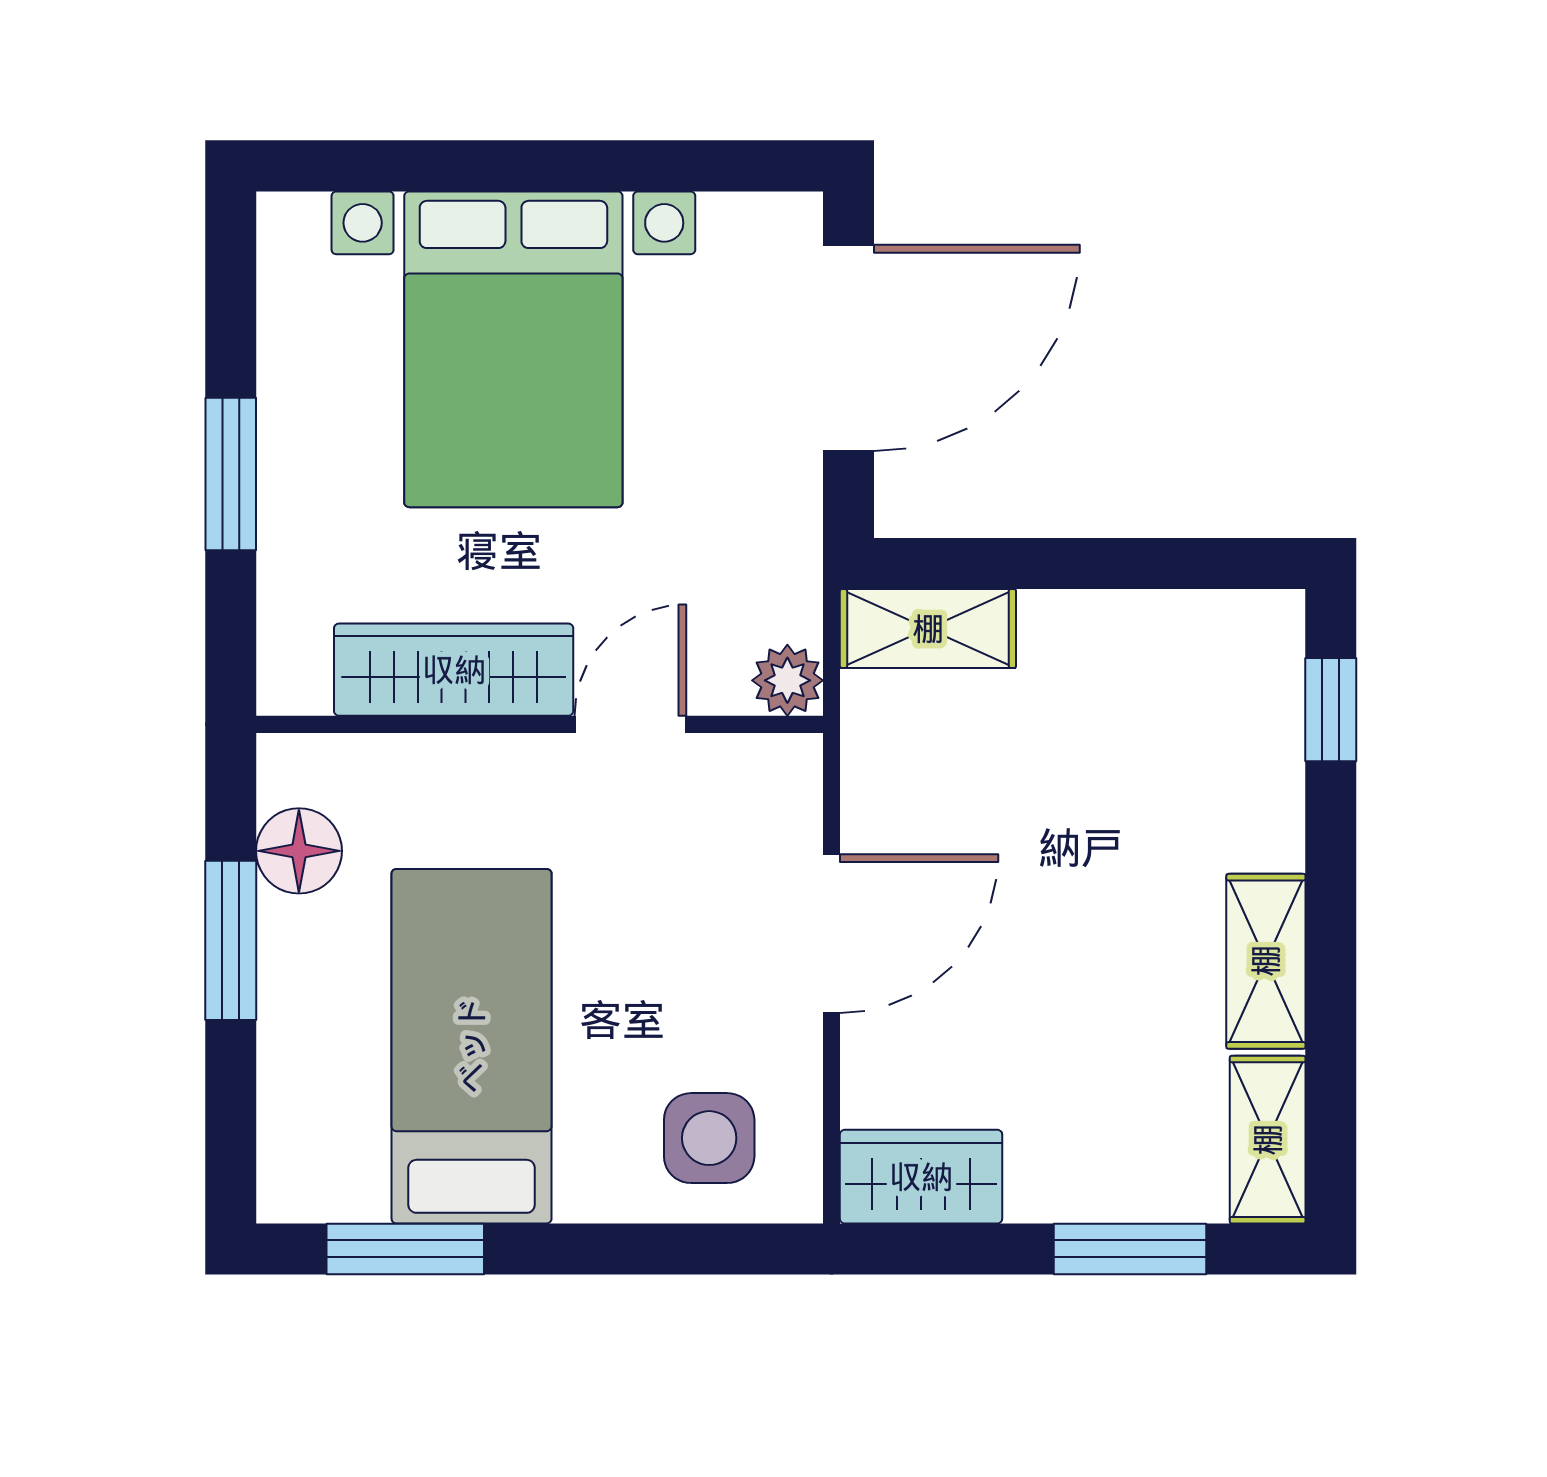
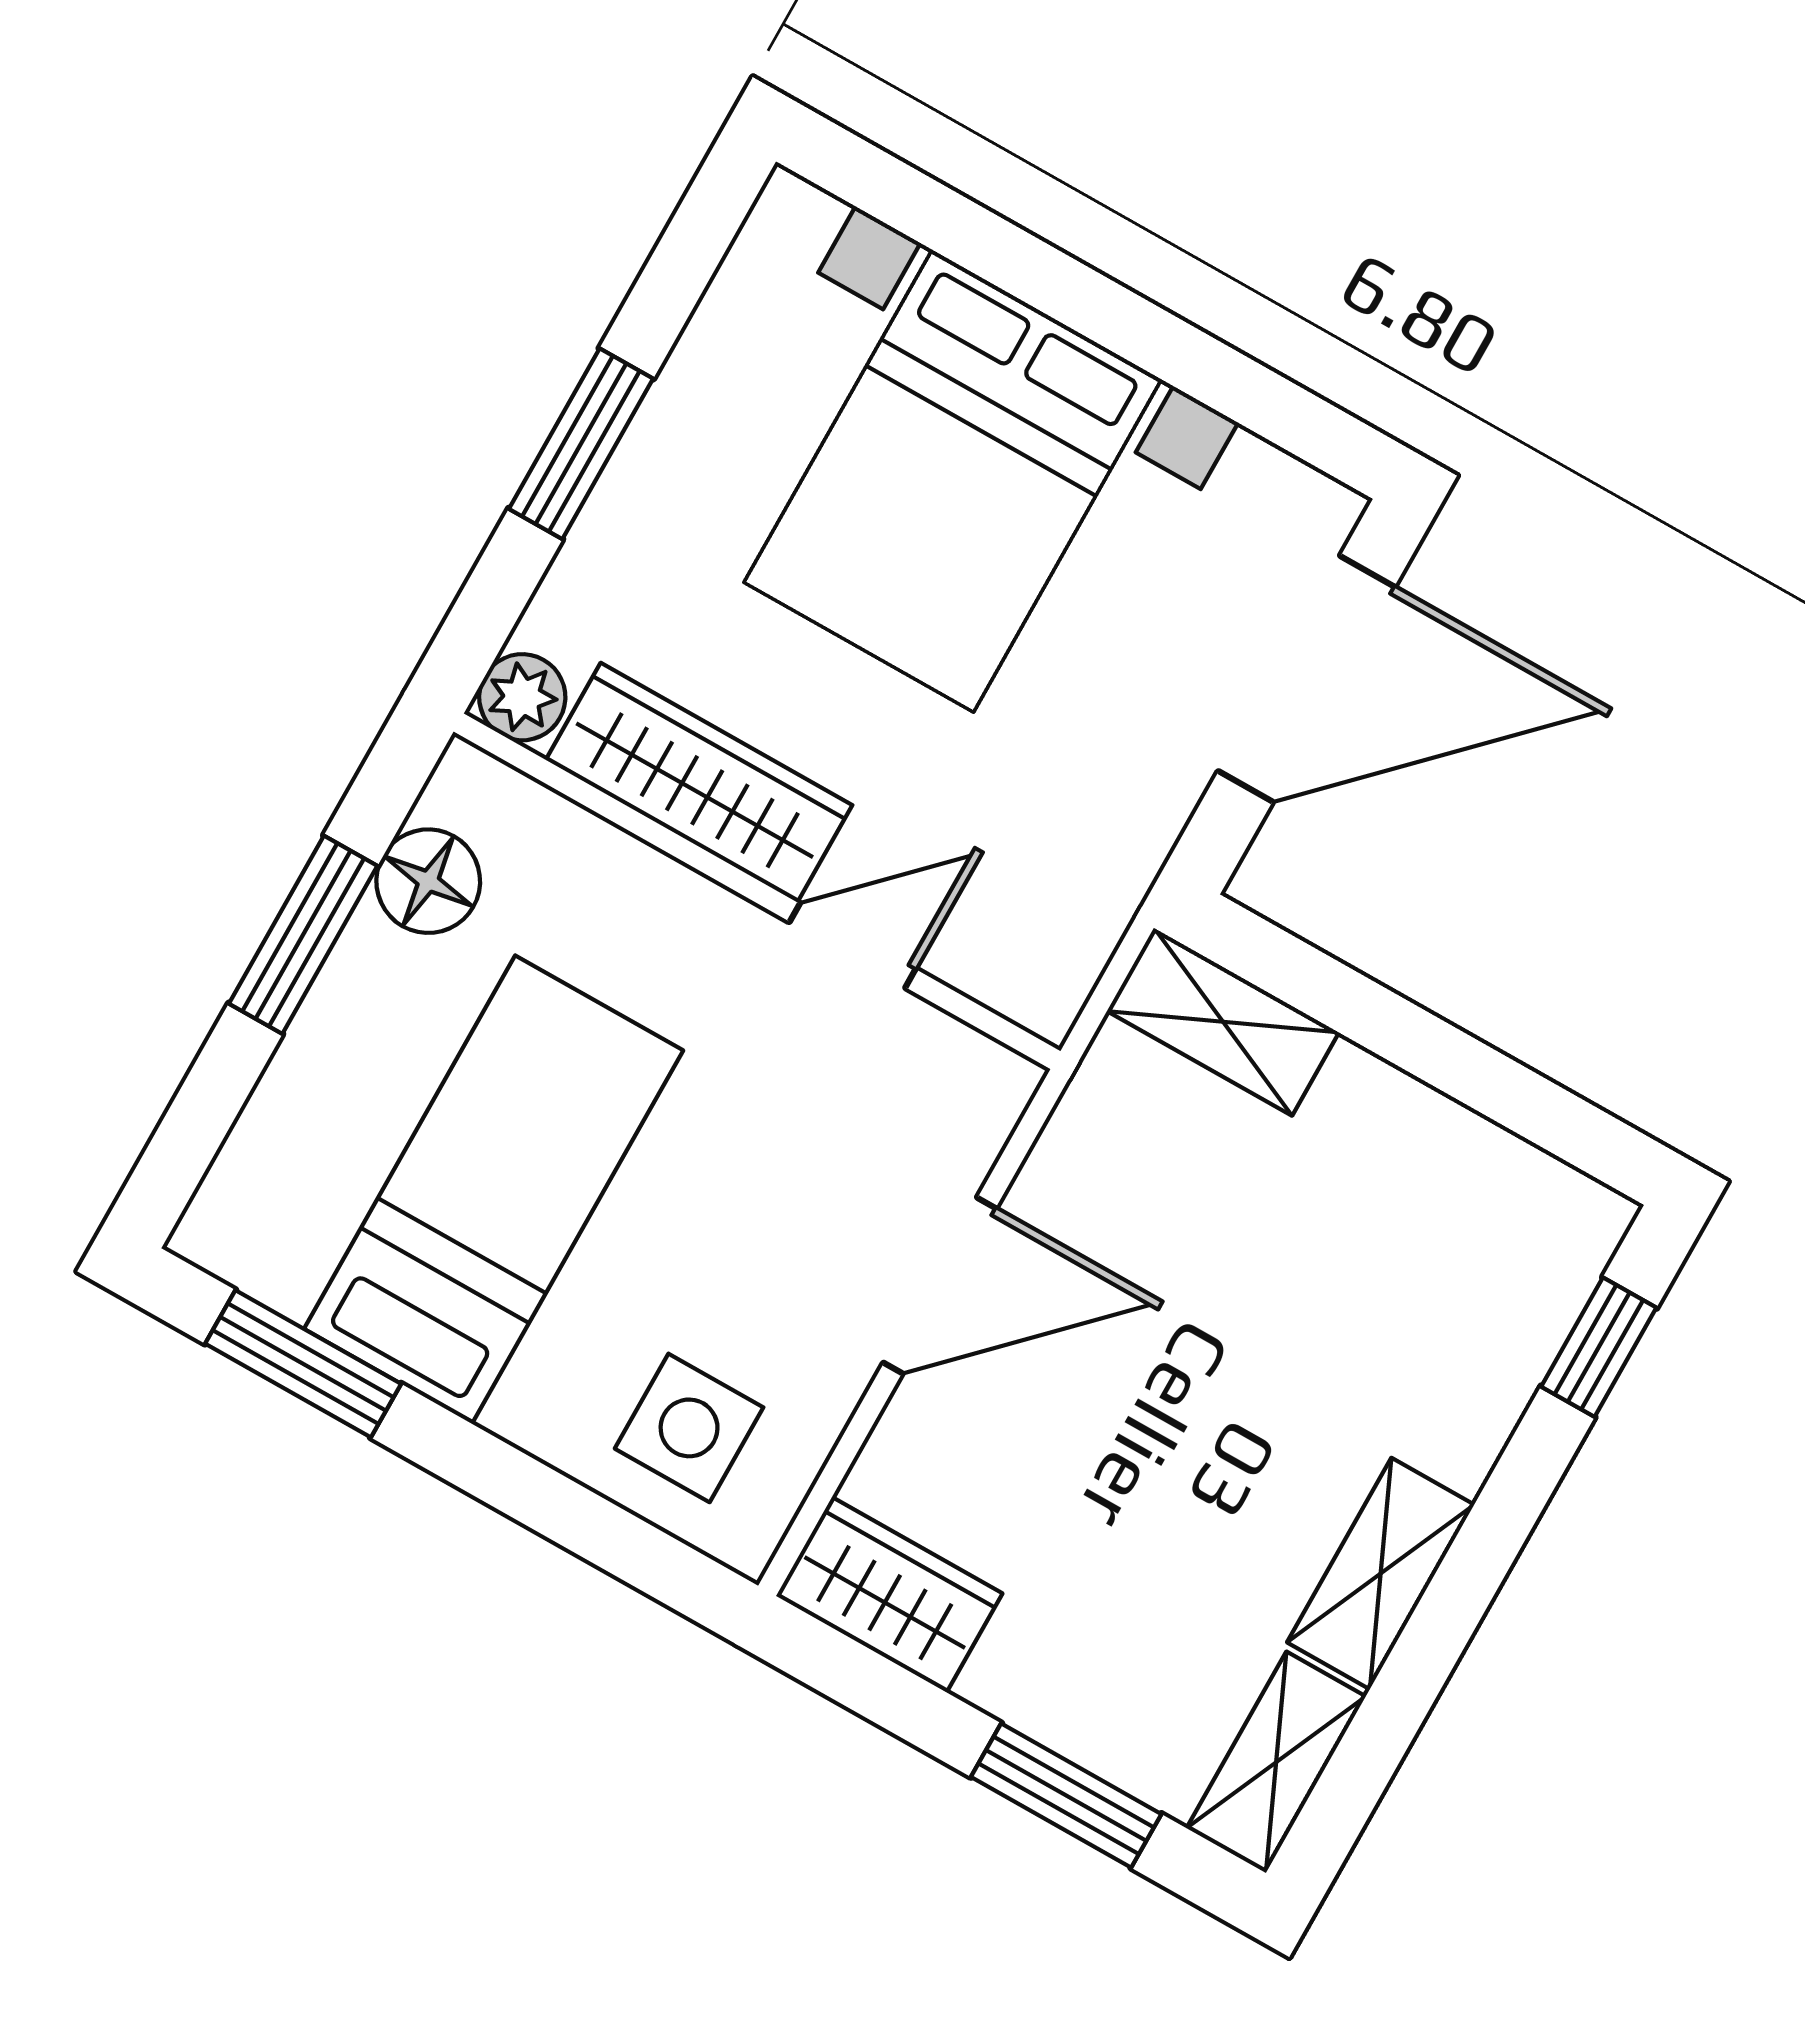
plant: (787, 680) -> (522, 697), moved

